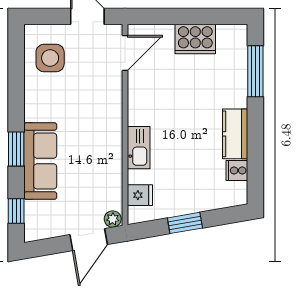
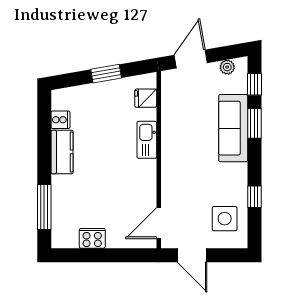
cooker: (195, 39) -> (92, 238), width x0.73, depth x0.76
window: (16, 83) -> (254, 197), added
window: (16, 149) -> (254, 123), moved
plant: (113, 219) -> (227, 67), moved

